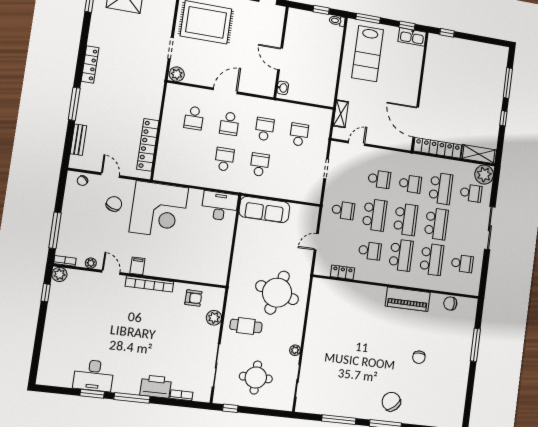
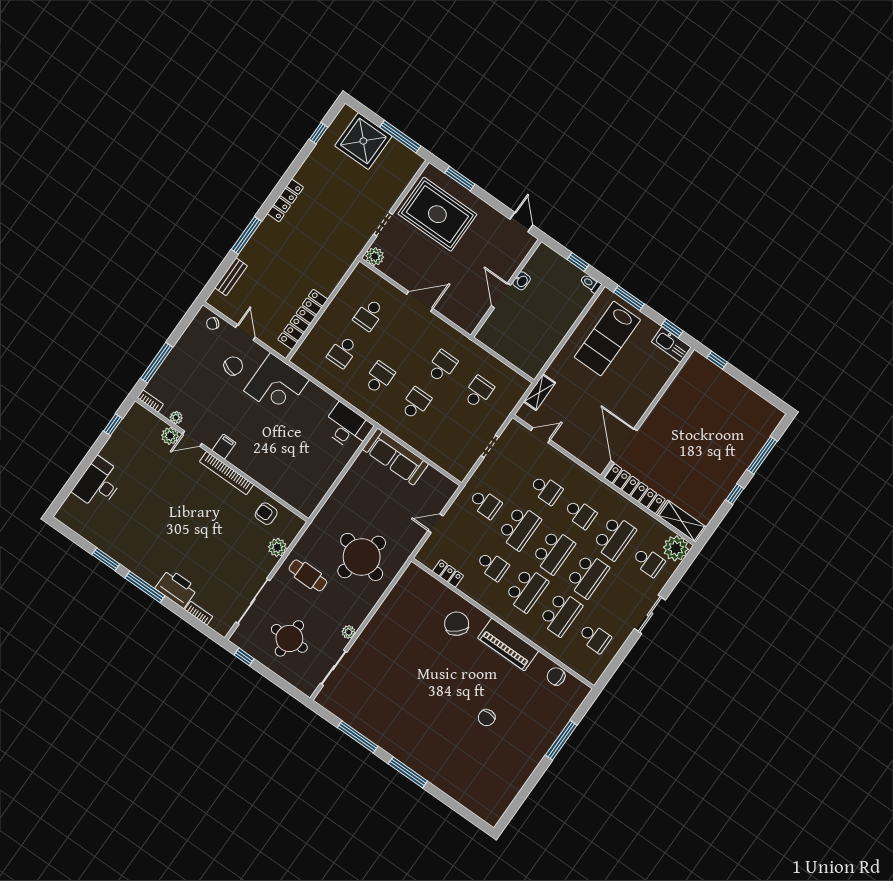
washbasin: (283, 88) -> (522, 281), moved
school desk: (229, 124) -> (343, 352), moved
corner desk: (159, 210) -> (276, 385), width x0.74, depth x0.74
sliding door: (490, 228) -> (650, 614), width x0.73
door: (111, 272) -> (192, 439), swing flipped
plant: (59, 274) -> (170, 436), moved
armchair: (193, 298) -> (266, 514), turned 180
desk: (94, 375) -> (98, 483), moved, turned 90
chair: (391, 402) -> (457, 624), moved

